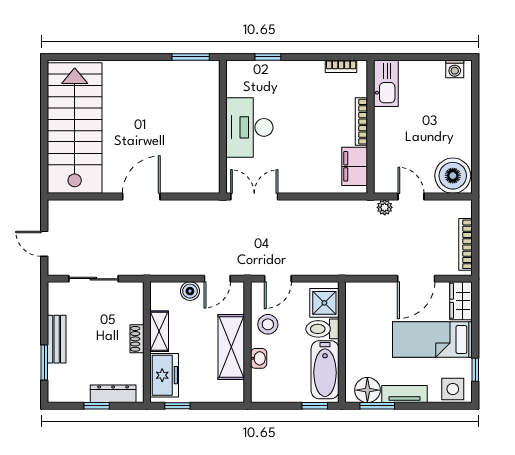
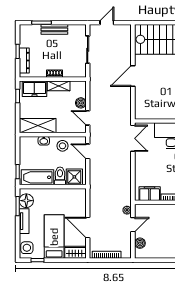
boiler: (453, 176) -> (140, 243), width x0.54, depth x0.54
door: (141, 197) -> (133, 76), swing flipped
shelving: (231, 347) -> (38, 126), moved

